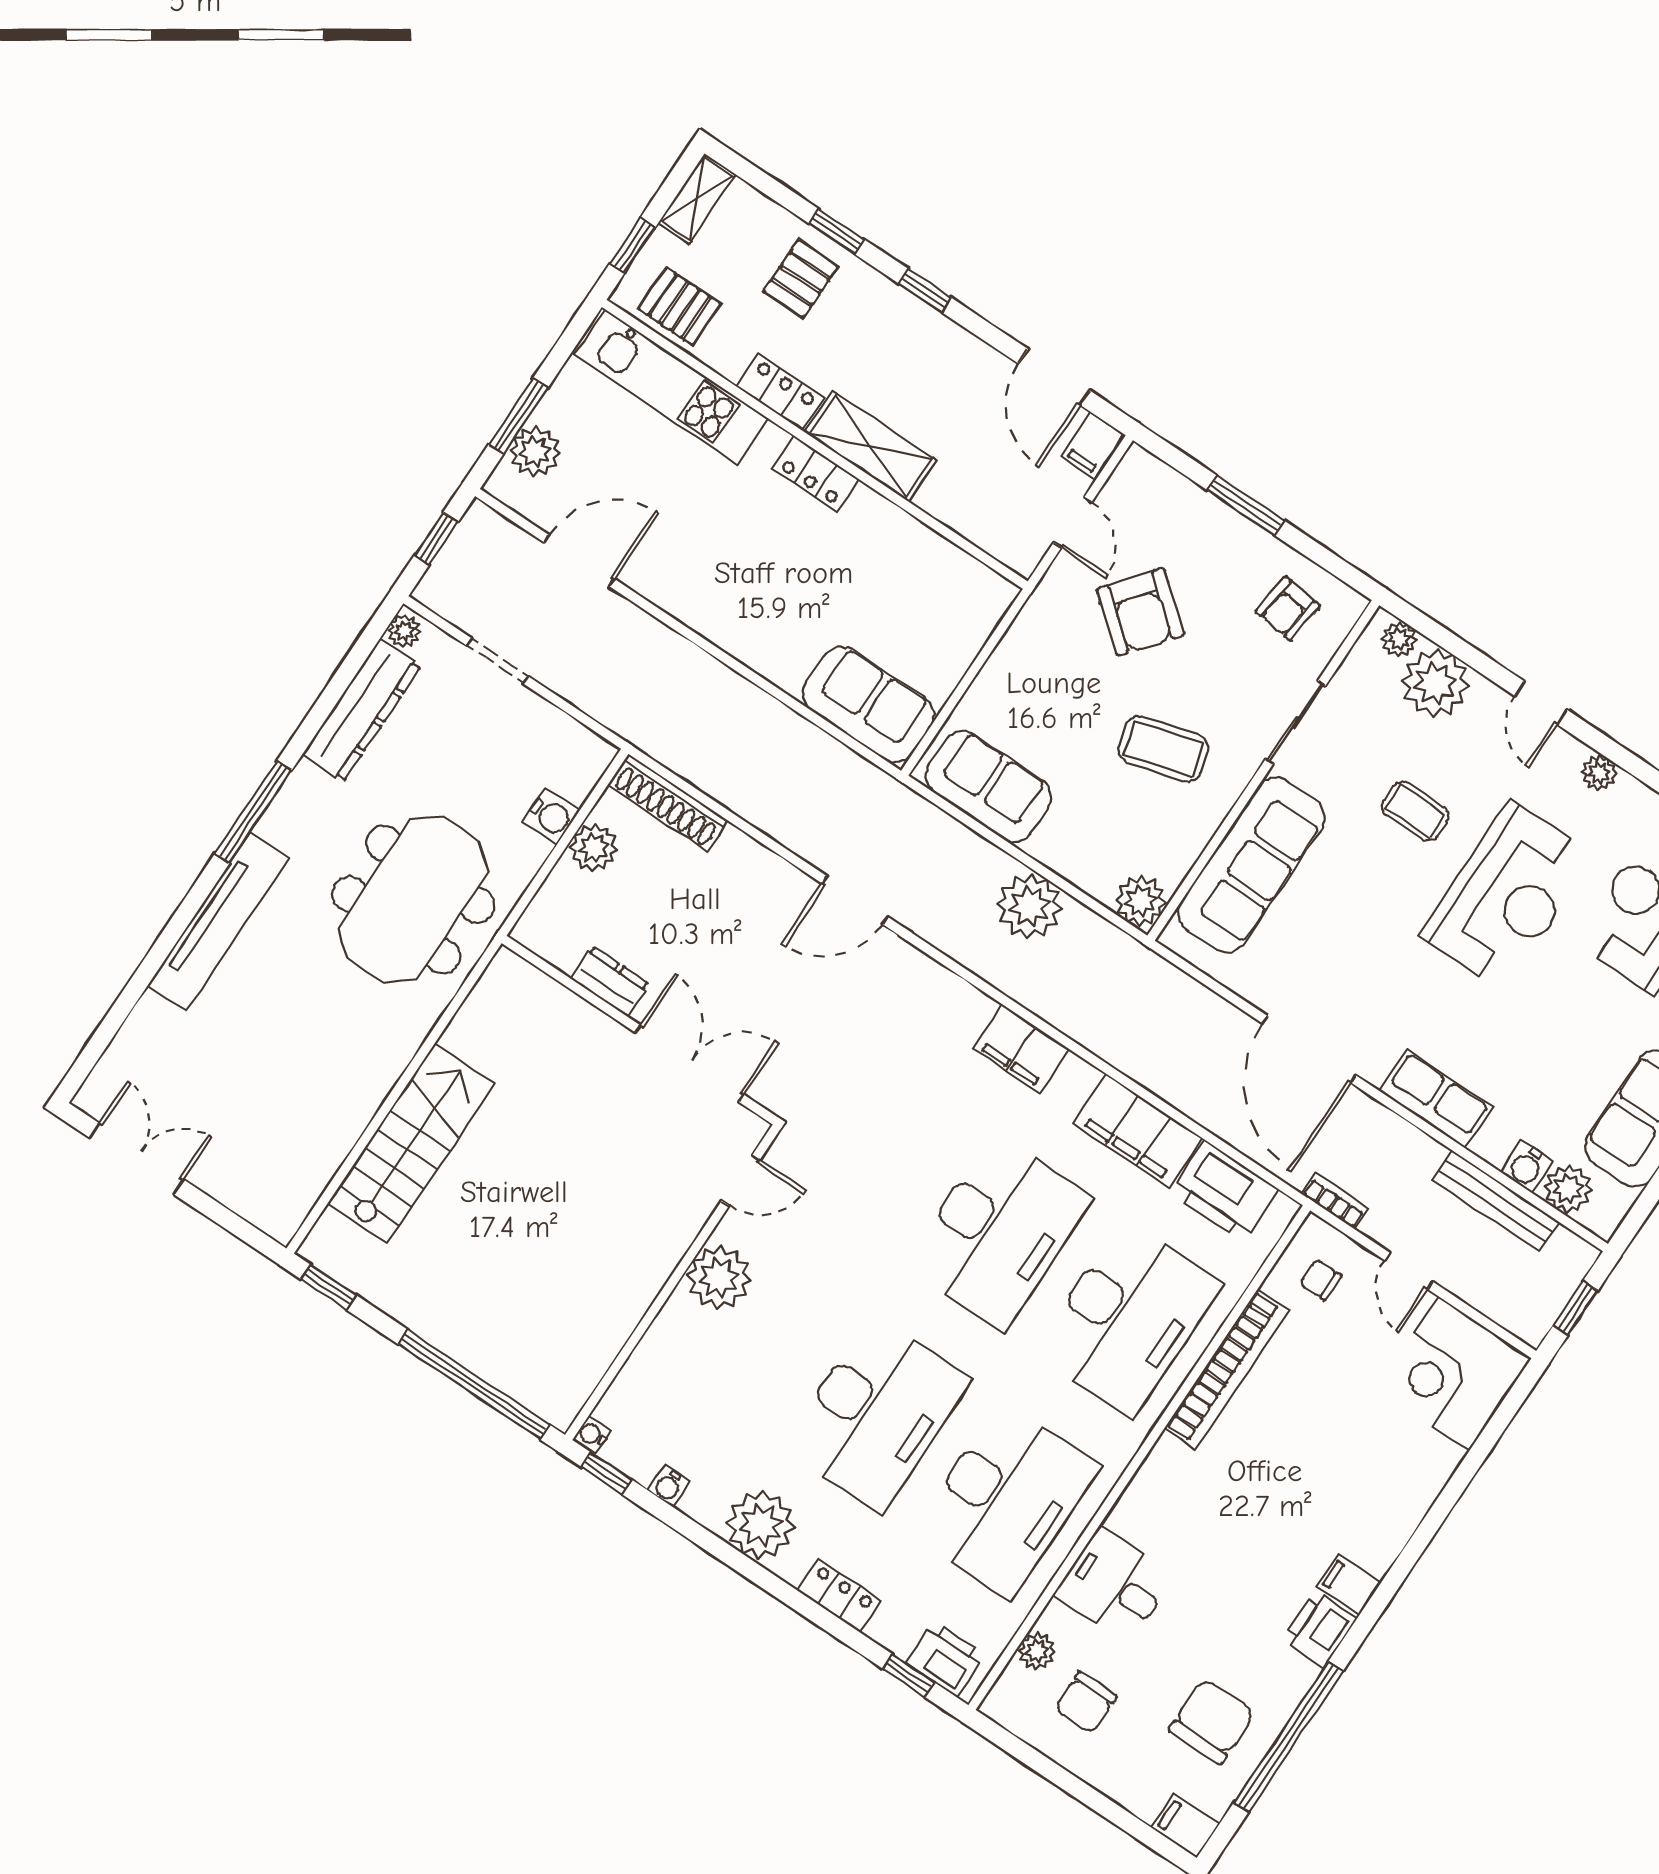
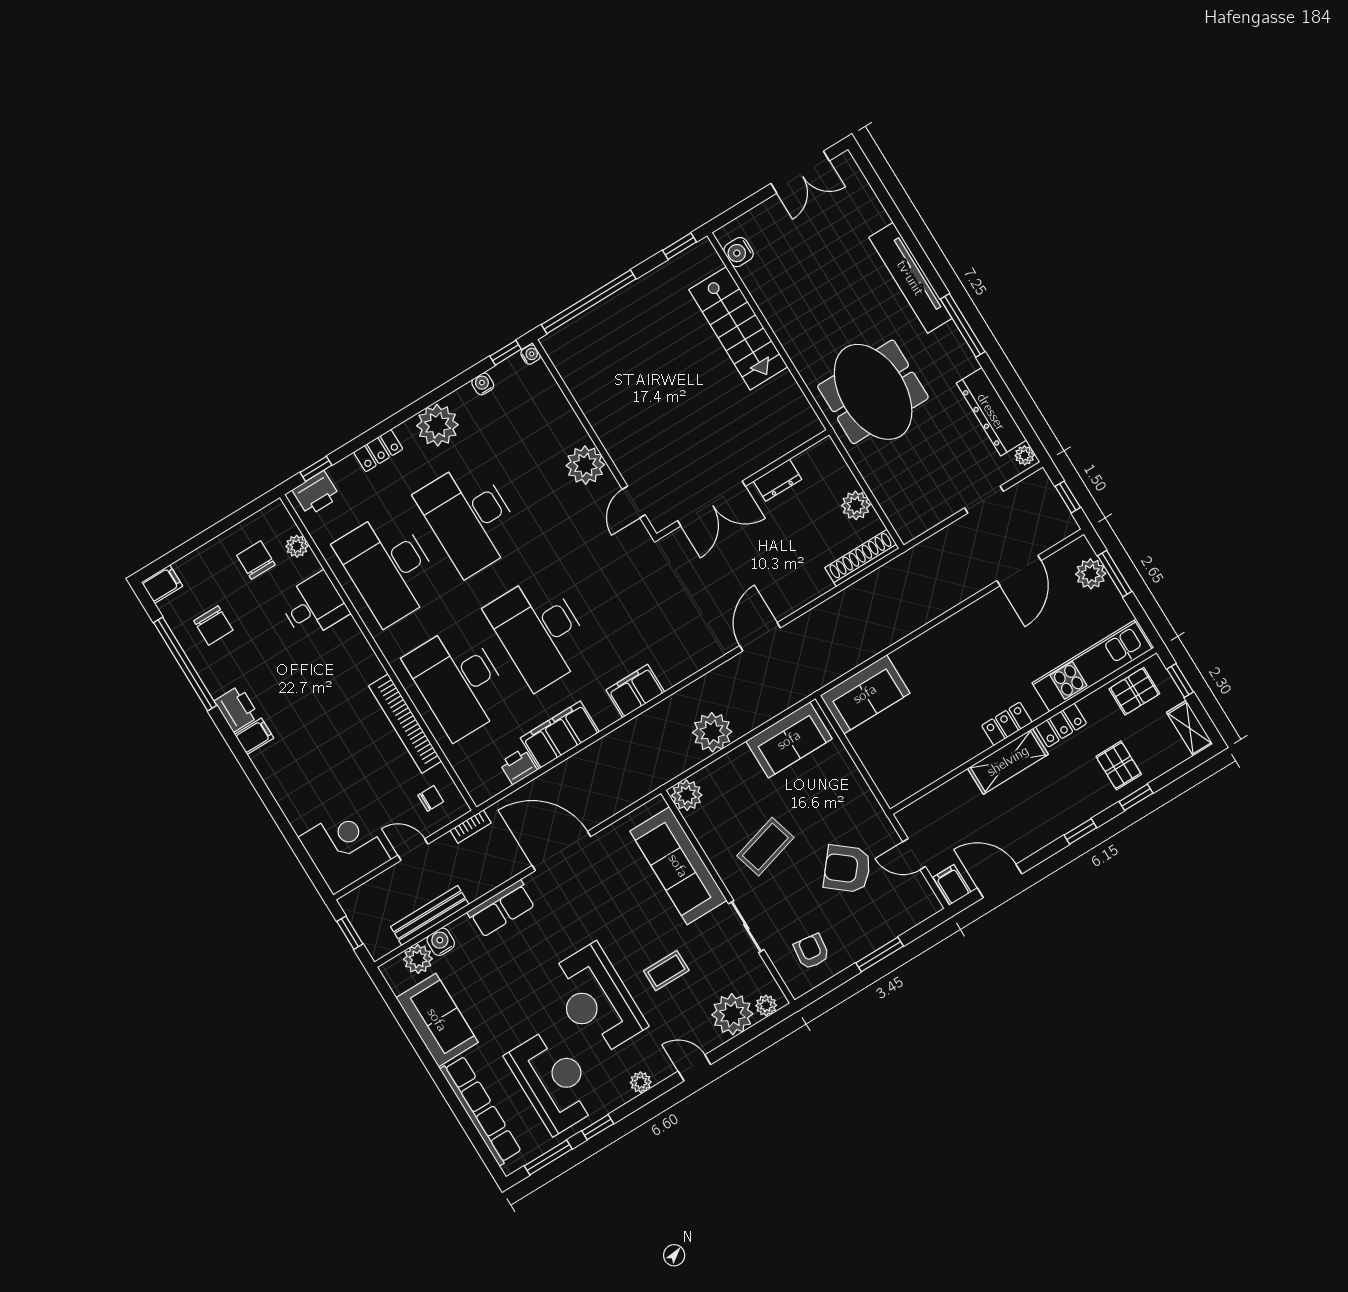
water cooler: (551, 816) -> (739, 252), moved
printer: (1224, 1191) -> (518, 766), width x0.53, depth x0.68
chair: (1212, 1721) -> (213, 625), width x0.73, depth x0.73

